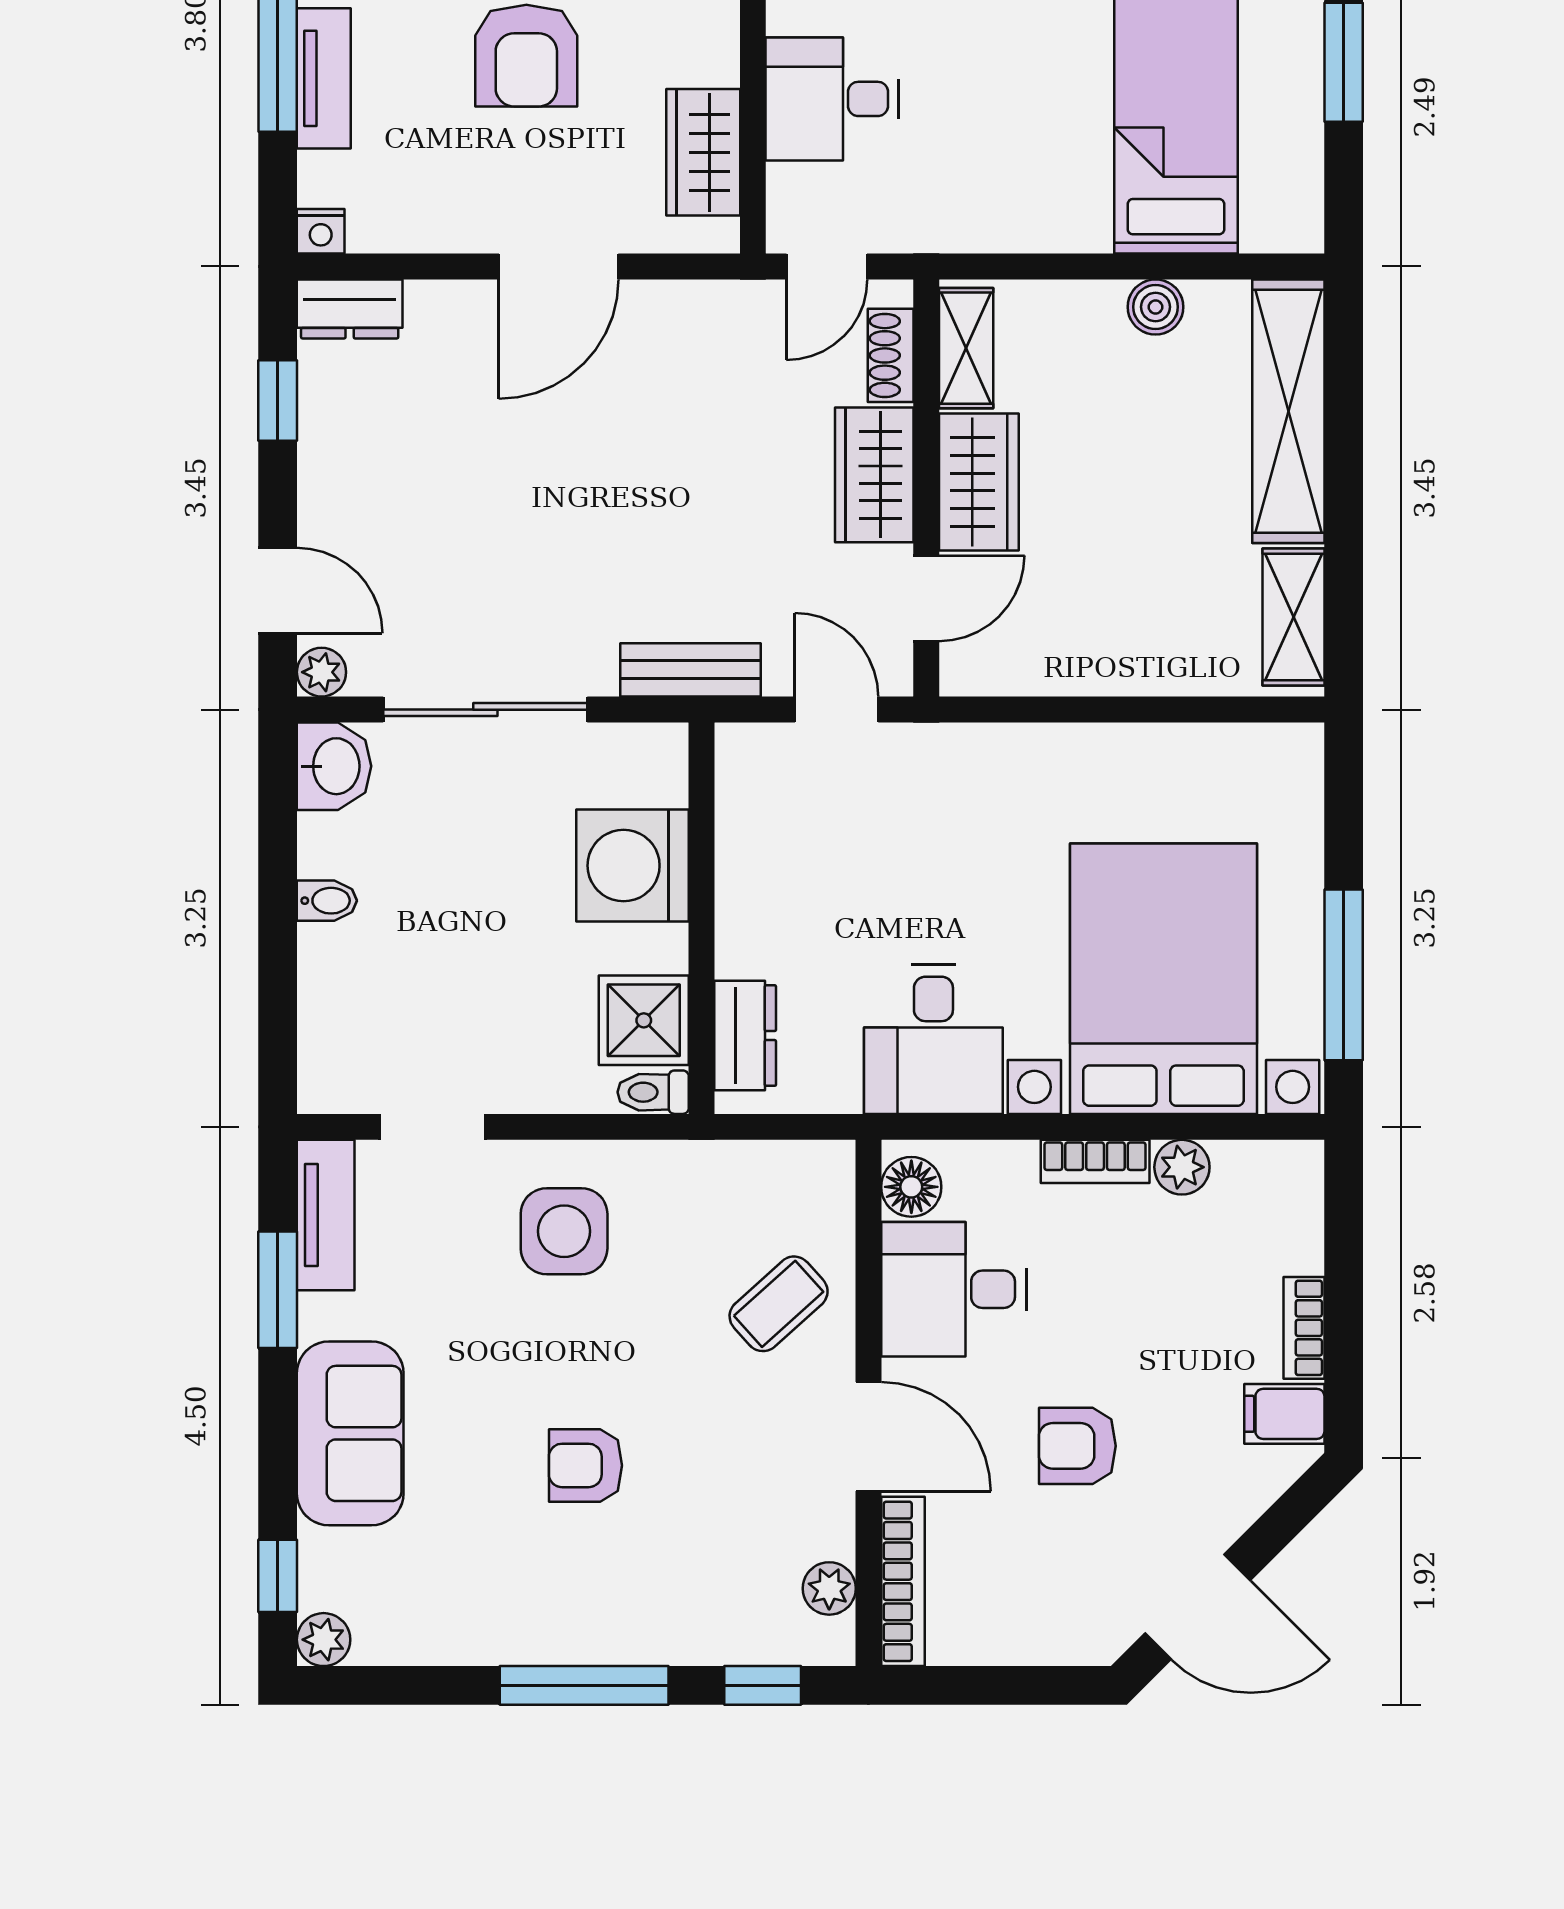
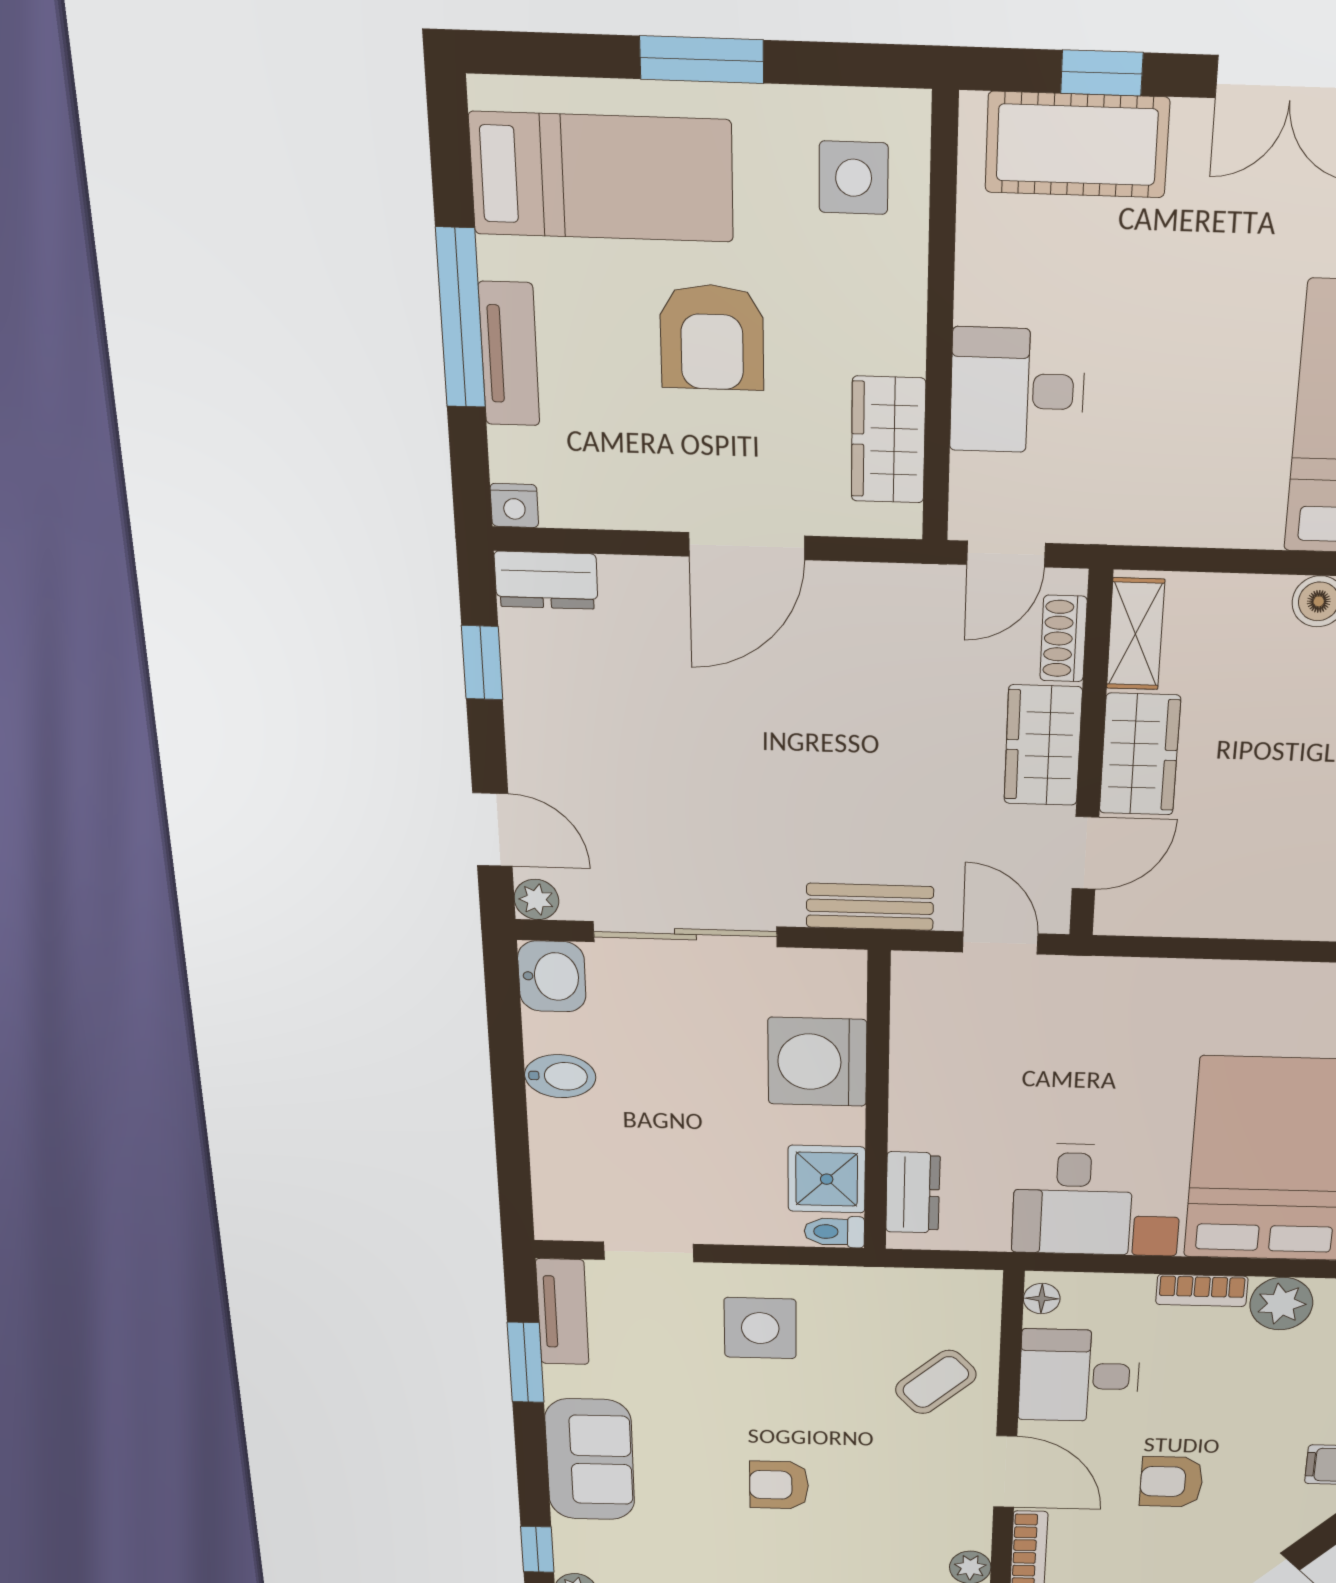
bidet: (327, 901) -> (560, 1076), width x1.38, depth x1.36
plant: (1182, 1167) -> (1281, 1304), width x1.38, depth x1.38
floor lamp: (911, 1187) -> (1042, 1299), width x0.73, depth x0.73

